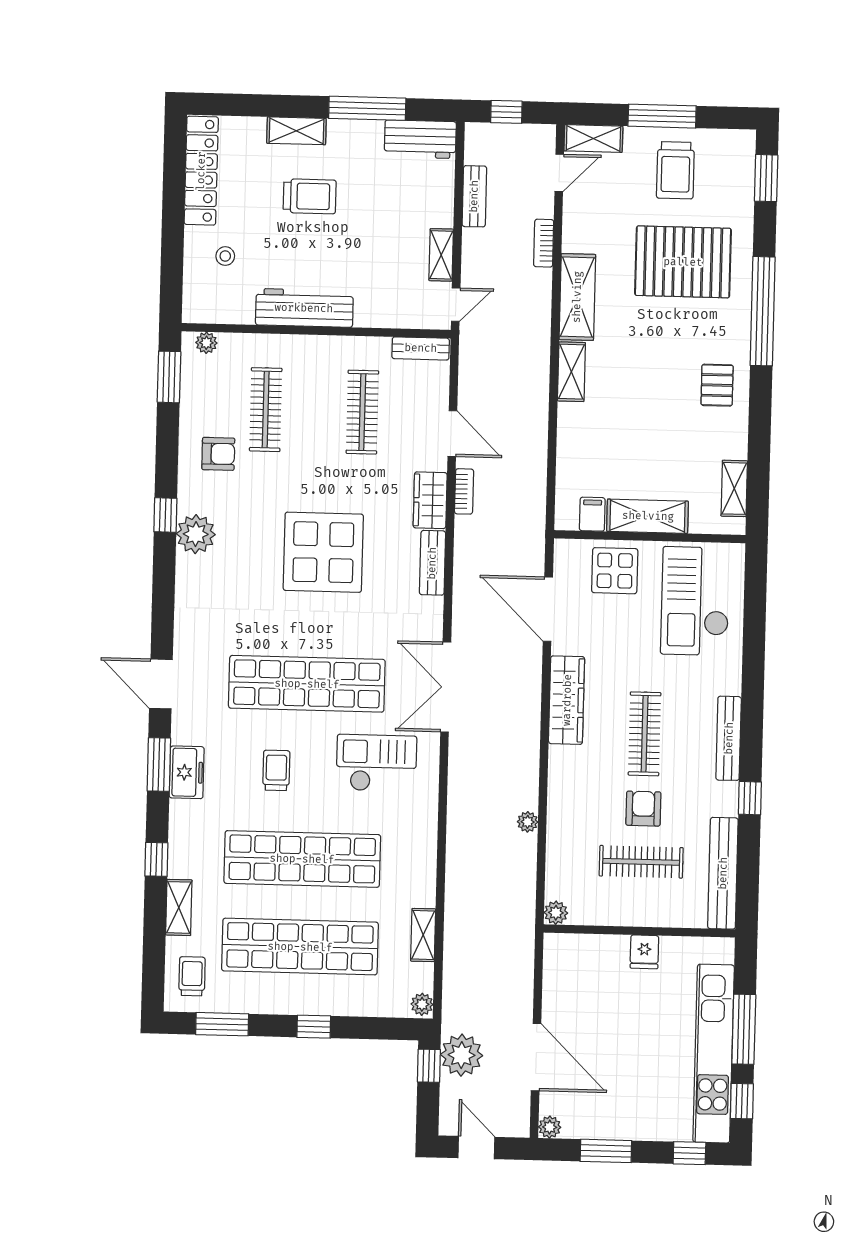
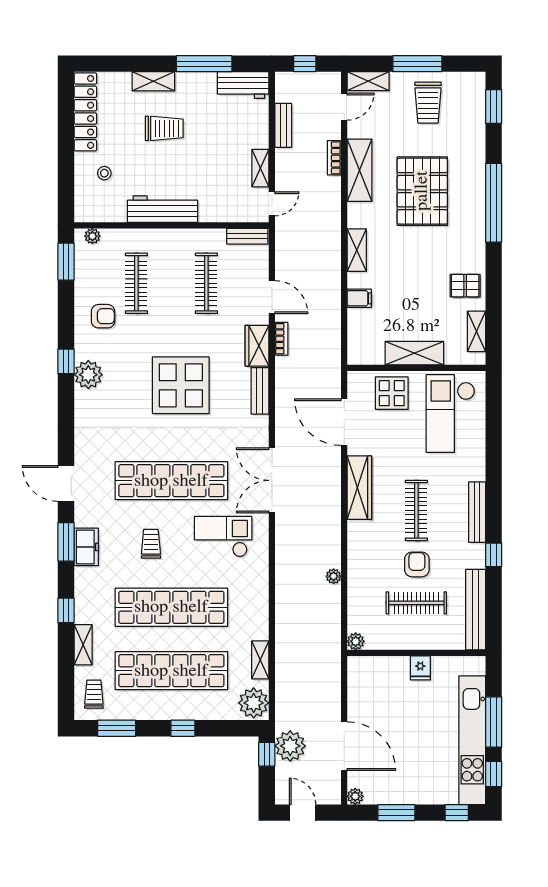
pallet: (683, 262) -> (422, 191), moved, turned 90
shelving: (577, 297) -> (360, 170), moved
pallet: (717, 385) -> (465, 286), moved, turned 90
filing cabinet: (592, 514) -> (359, 298), moved, turned 90
plant: (422, 1004) -> (254, 703), width x1.88, depth x1.88

